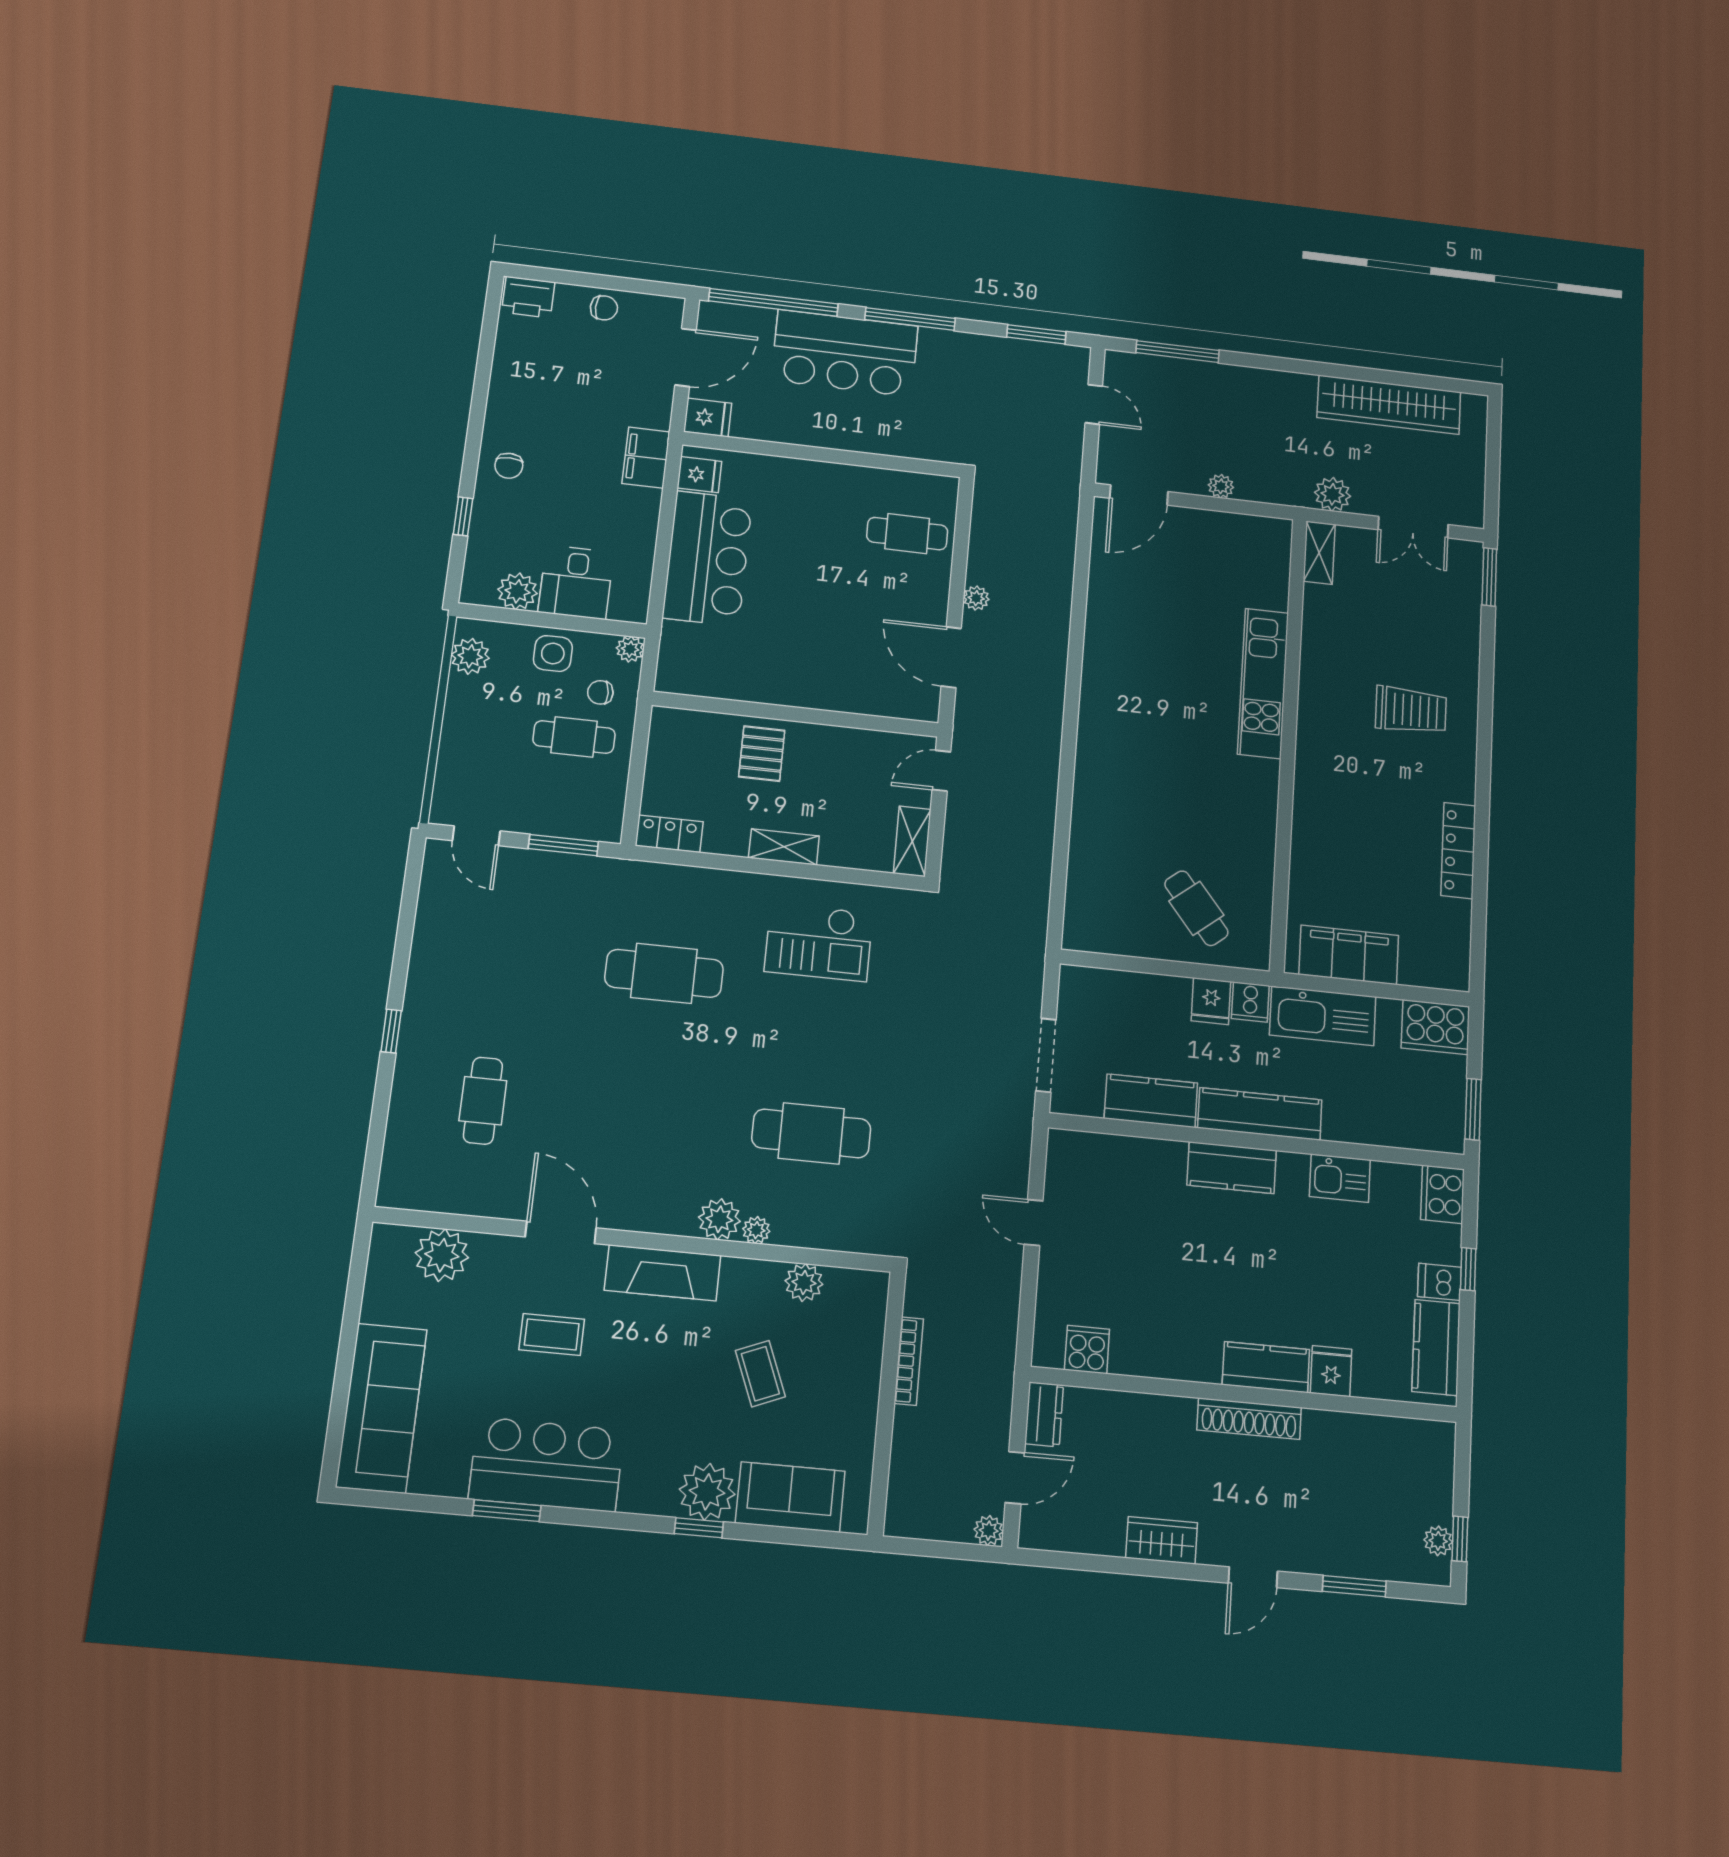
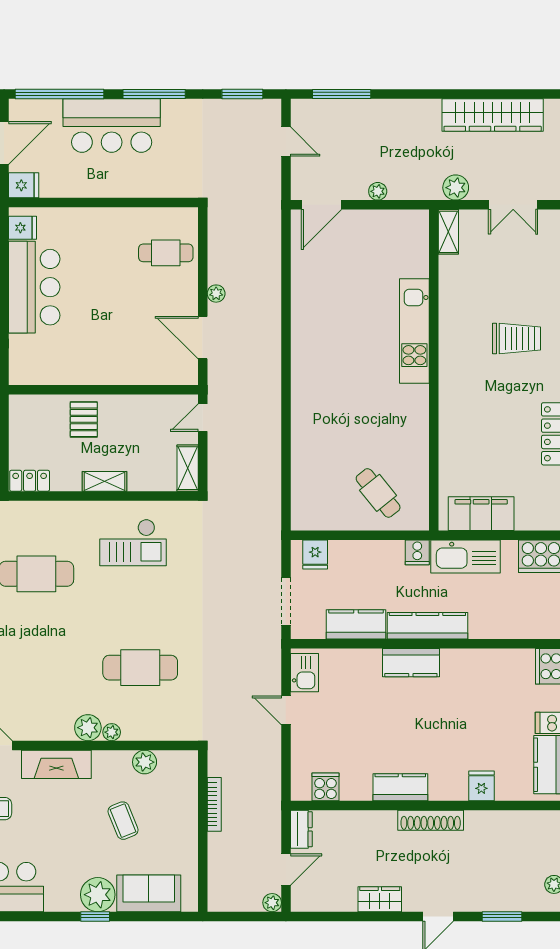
fridge: (1211, 1001) -> (315, 554), moved
kitchen sink: (1340, 1178) -> (304, 673), moved, turned -90
kitchen counter: (1266, 1367) -> (400, 787), moved

